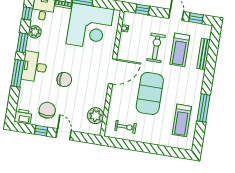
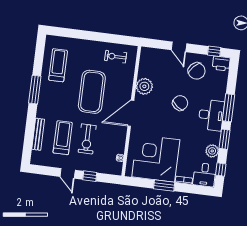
window: (143, 10) -> (90, 176), moved
window: (196, 18) -> (47, 171), removed
chair: (64, 80) -> (180, 103), turned 128
window: (203, 108) -> (35, 90), moved
chair: (47, 110) -> (197, 71), turned -46
plant: (96, 116) -> (144, 86), moved
window: (41, 131) -> (214, 51), moved

